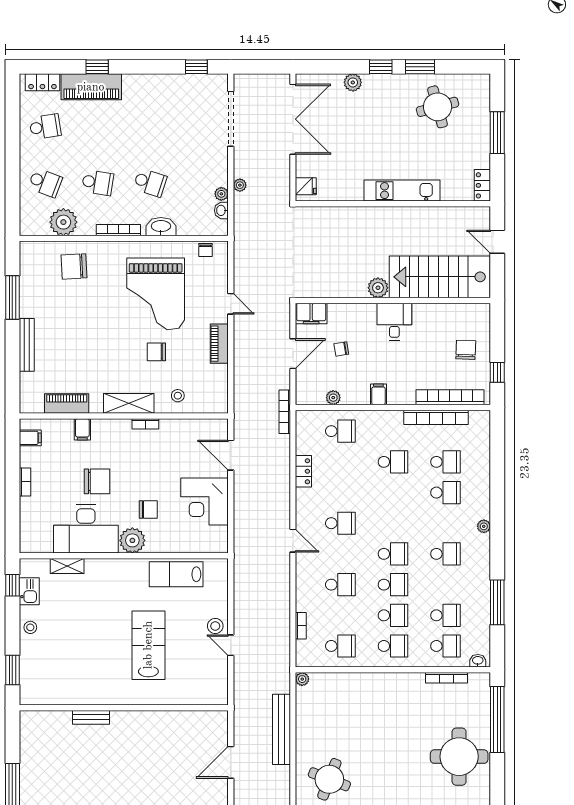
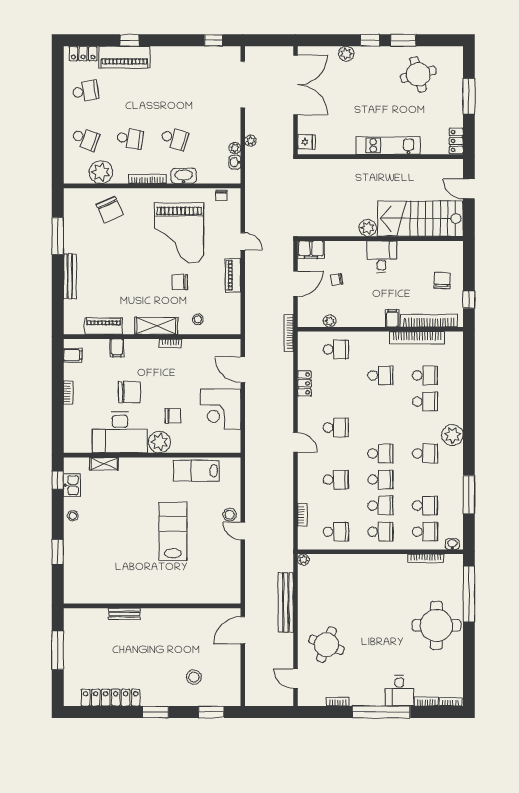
chair: (74, 266) -> (110, 210), turned -111
filing cabinet: (378, 394) -> (392, 318), moved
plant: (484, 526) -> (452, 435), width x1.87, depth x1.87
wall: (124, 708) -> (152, 606), moved
bench: (91, 717) -> (124, 614), moved

